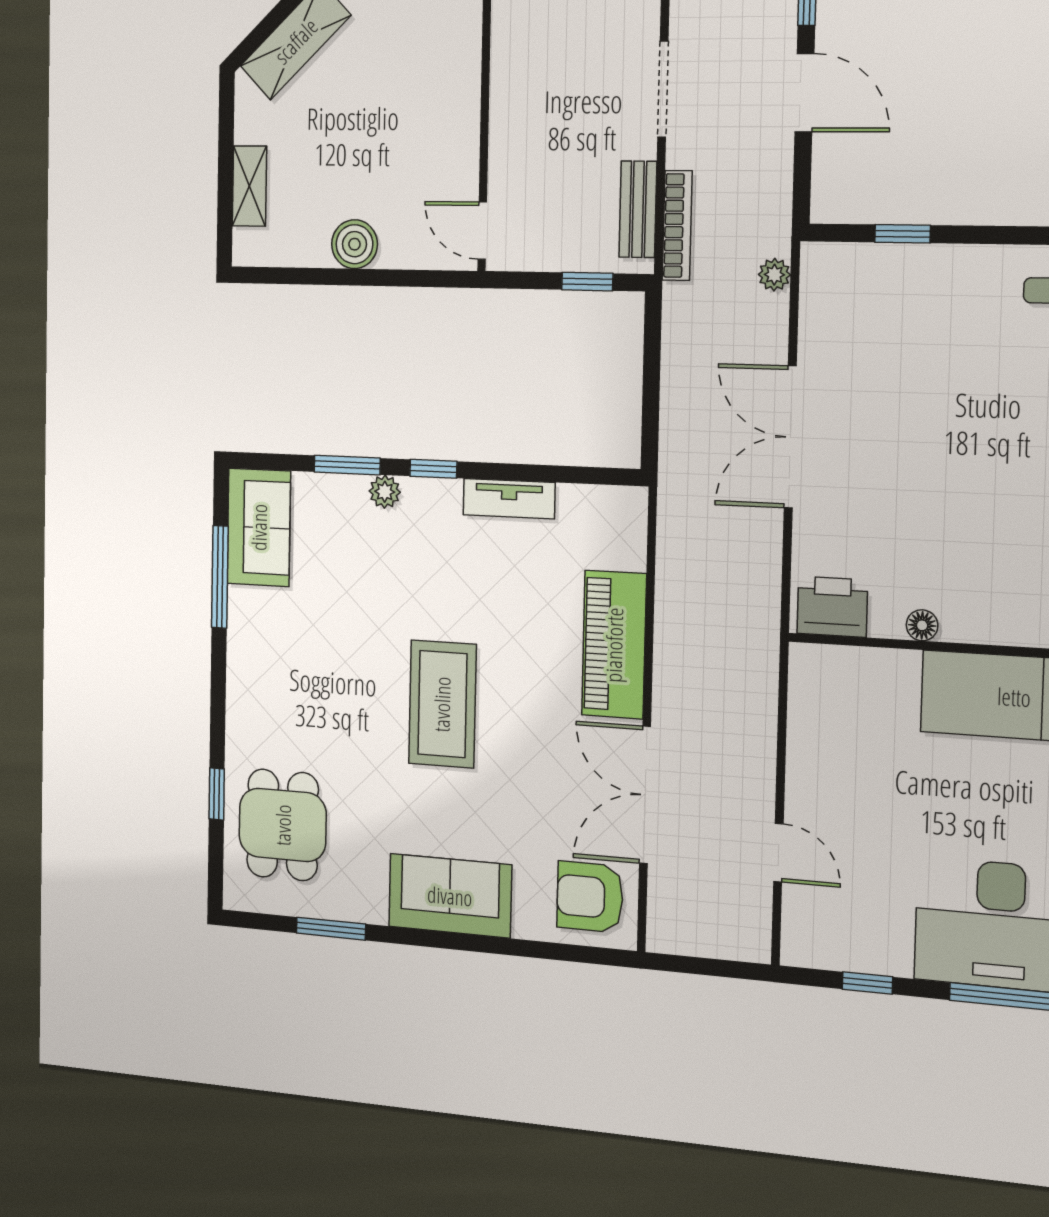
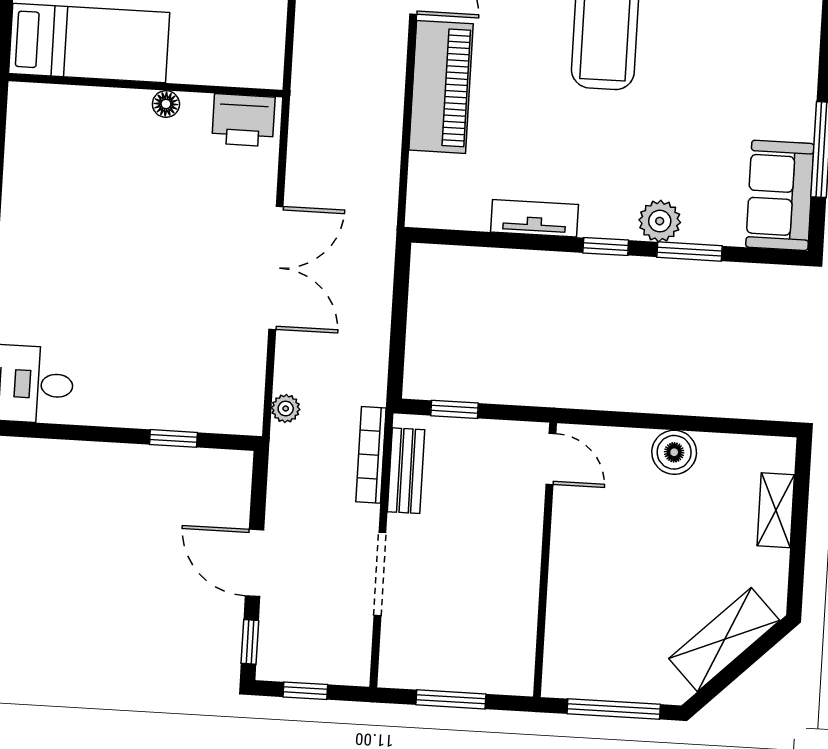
plant: (385, 492) -> (660, 221), width x1.38, depth x1.38

